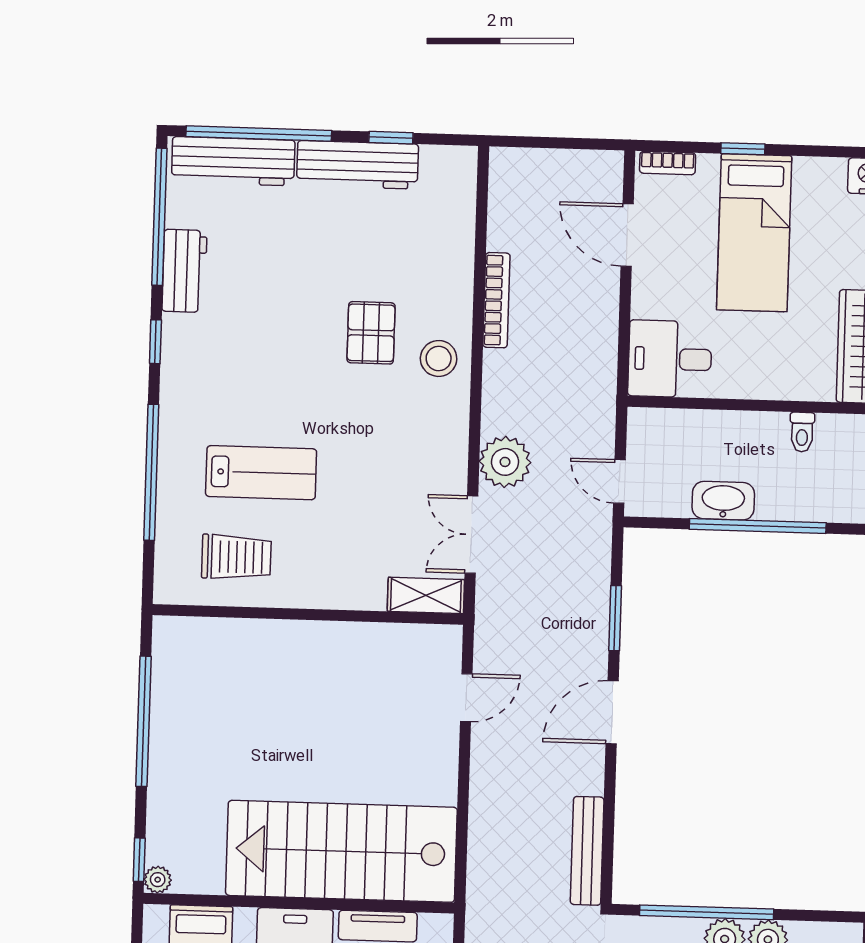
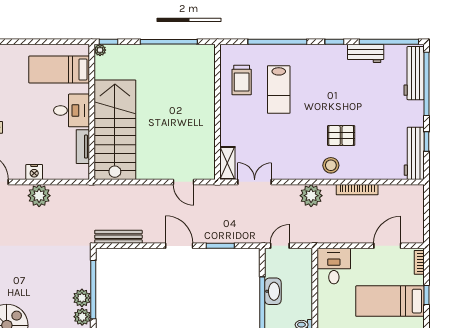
workbench: (357, 165) -> (414, 153), moved
plant: (505, 462) -> (311, 196), moved

